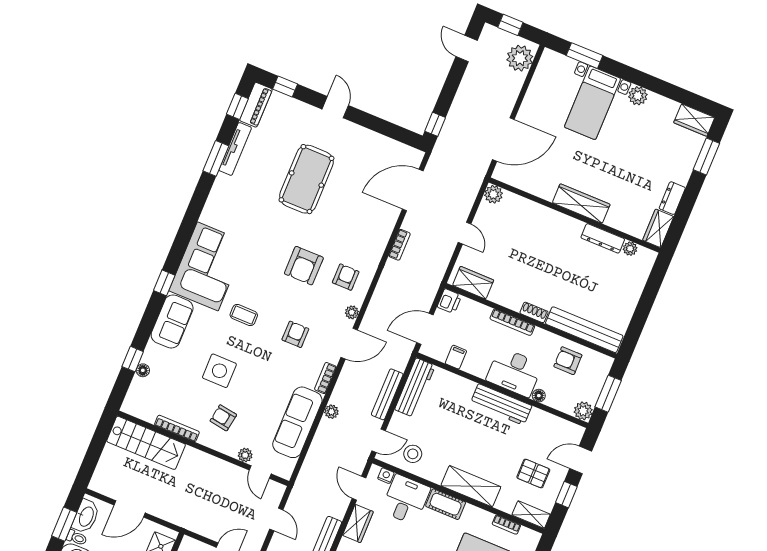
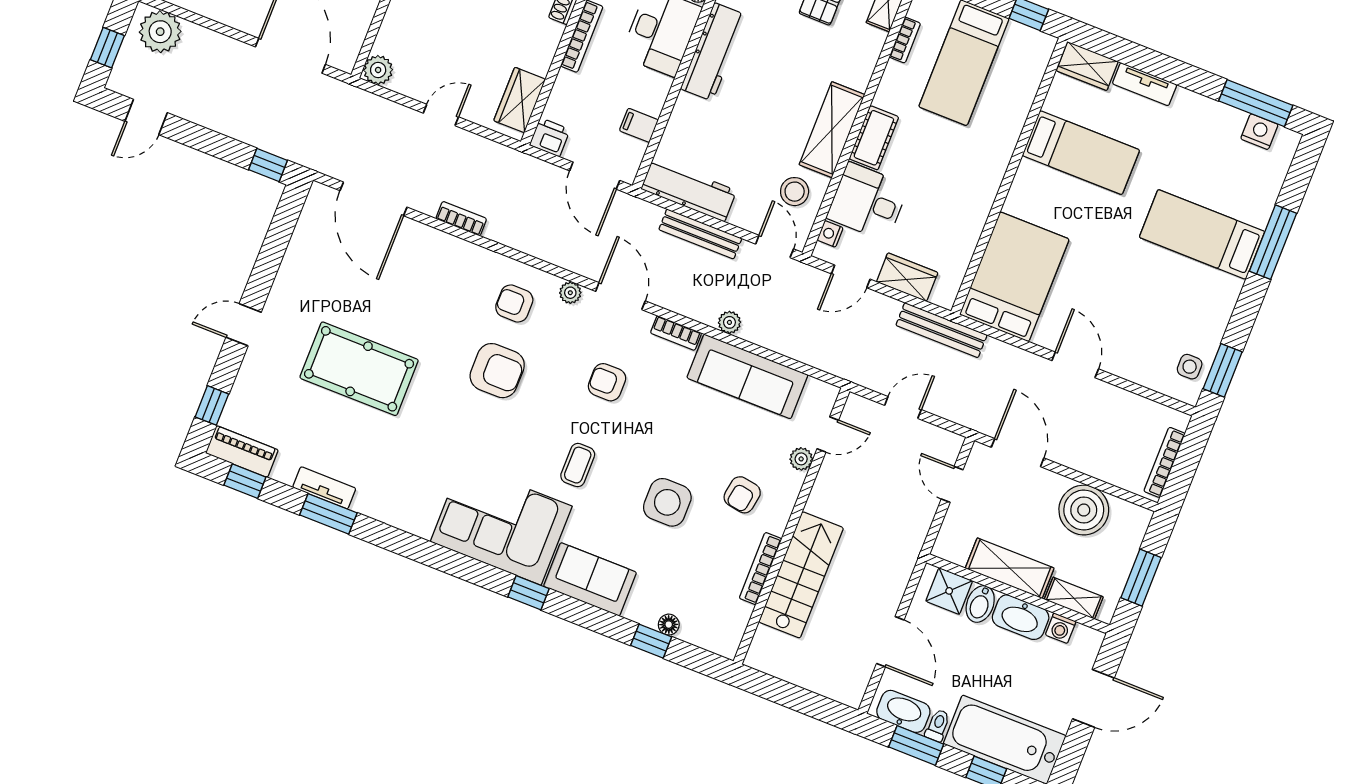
tv unit: (235, 149) -> (324, 488), width x0.71
stairs: (146, 443) -> (801, 575), moved
shelving: (471, 486) -> (832, 130), moved

